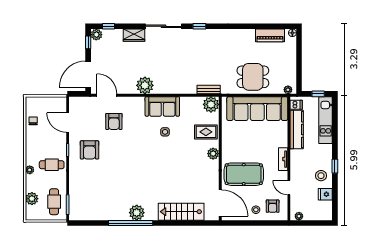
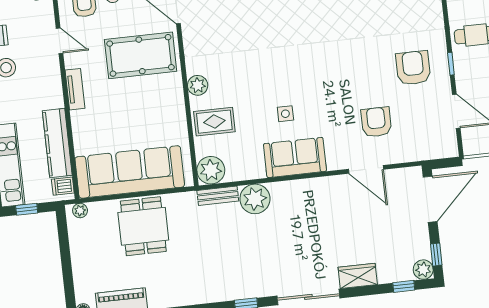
dining table: (253, 77) -> (143, 226), turned 90
plant: (145, 85) -> (255, 199), moved
door: (107, 95) -> (366, 169), moved

